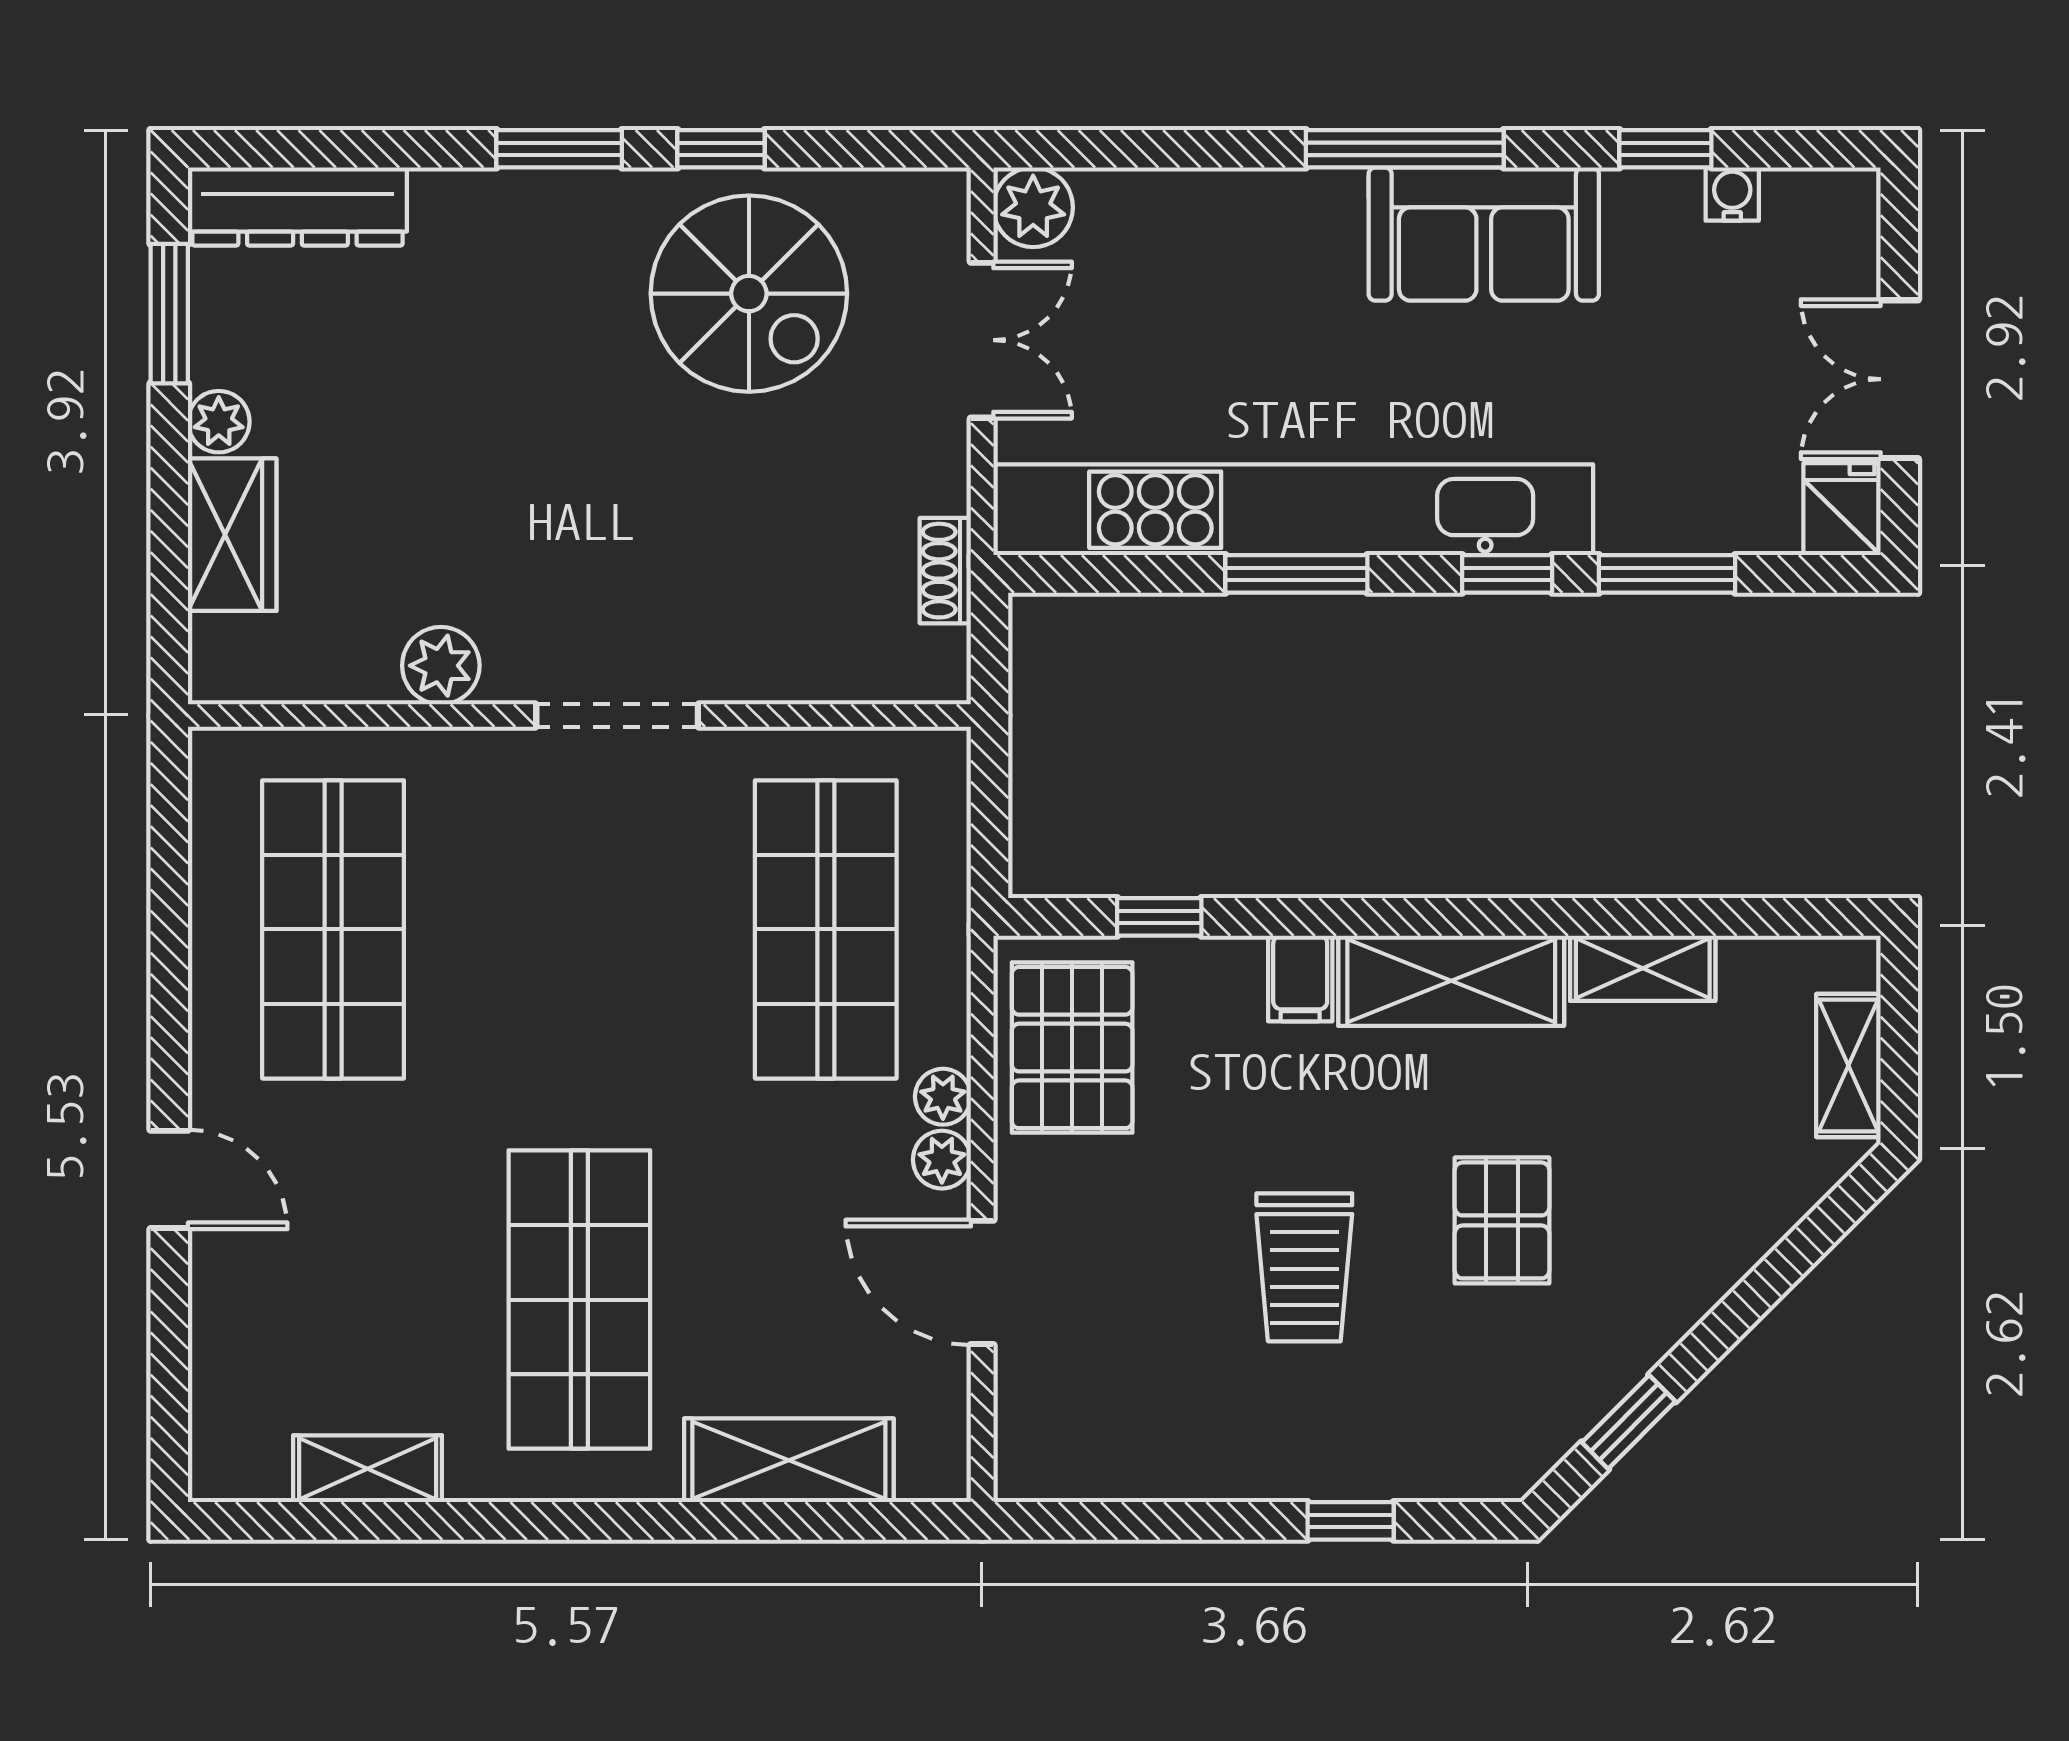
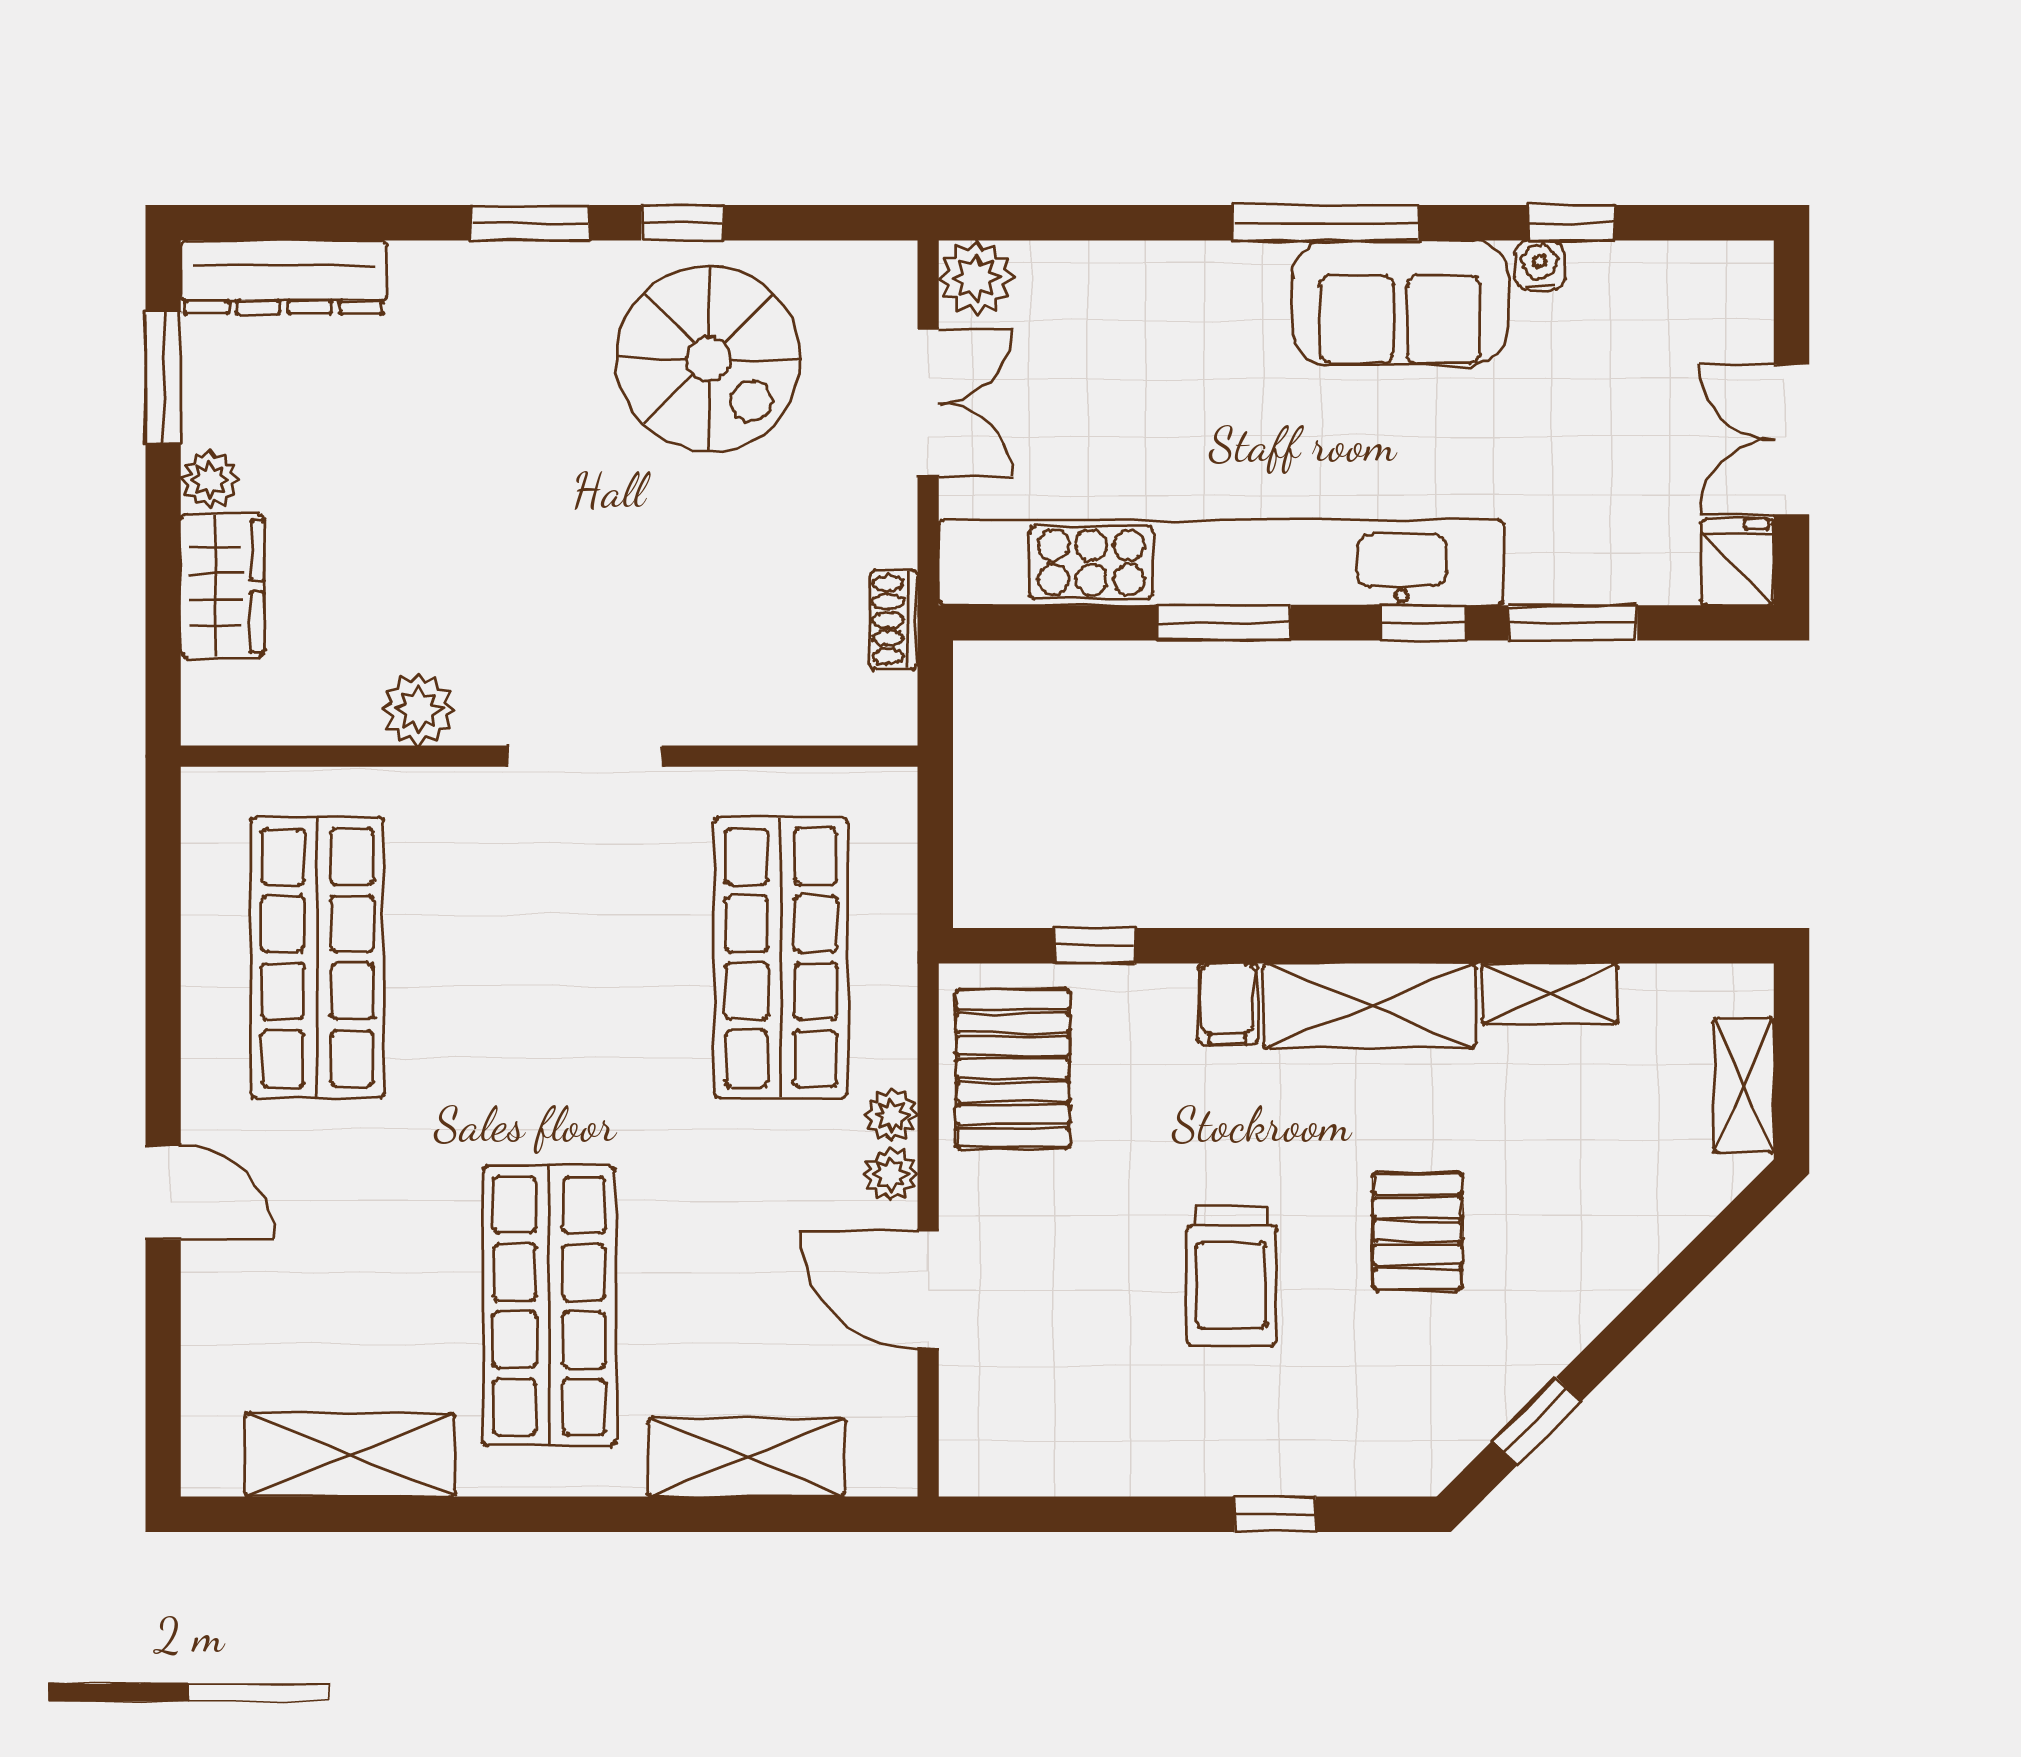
water cooler: (1732, 194) -> (1540, 265), moved
shelving: (368, 1469) -> (350, 1455), width x1.50, depth x1.33

